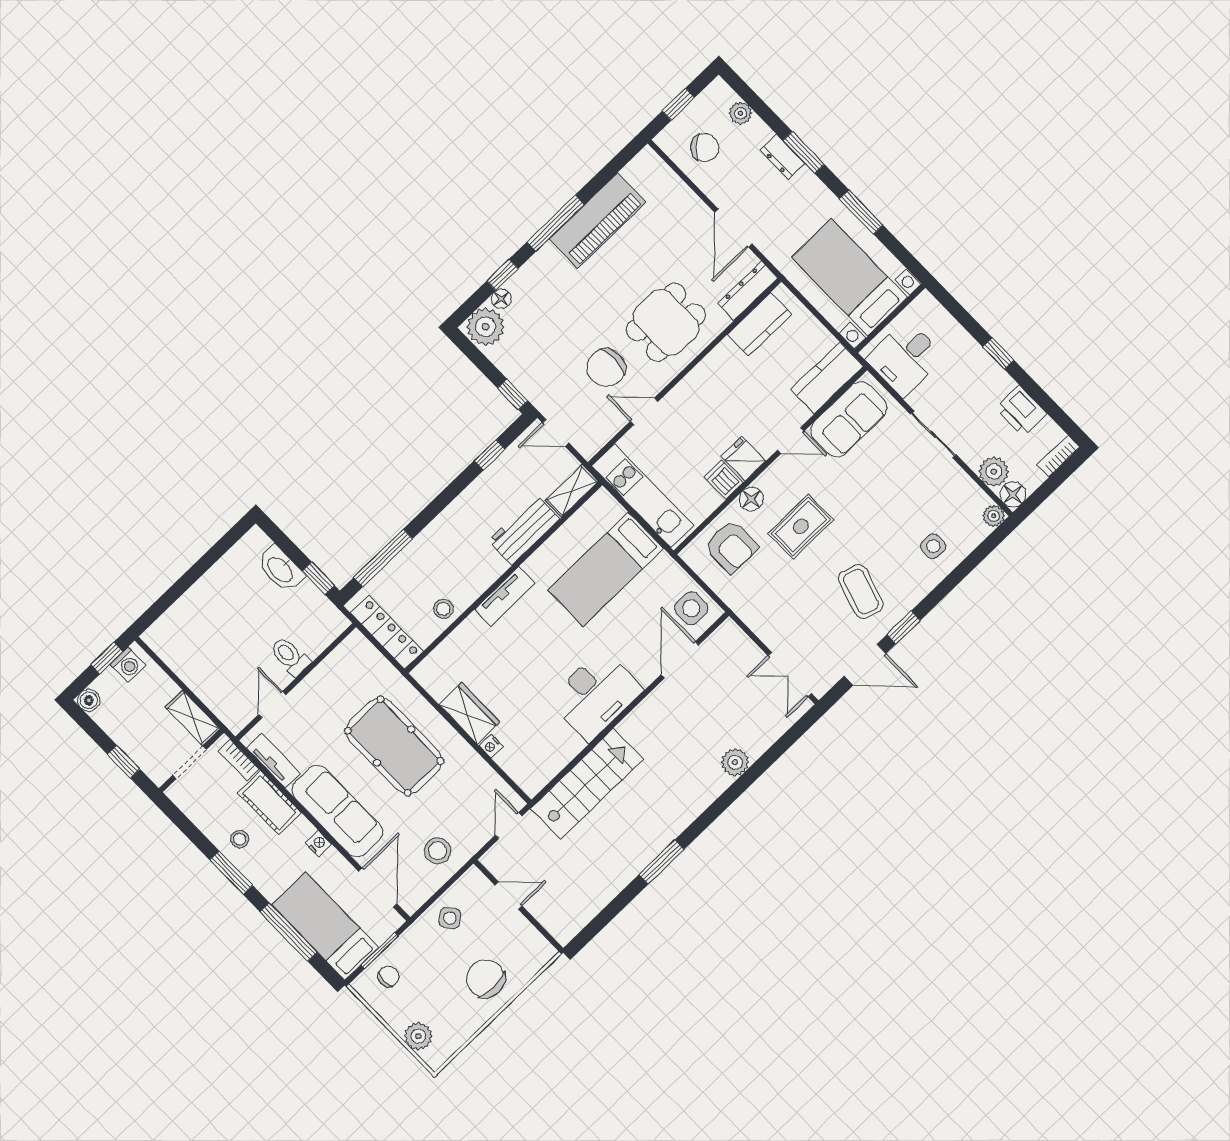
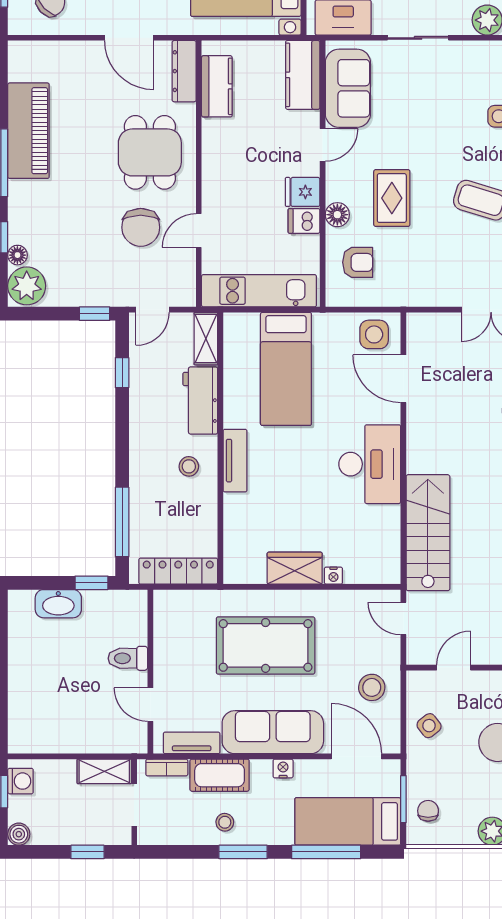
armchair: (731, 547) -> (358, 262), width x0.72, depth x0.72
stool: (443, 609) -> (189, 466), moved

